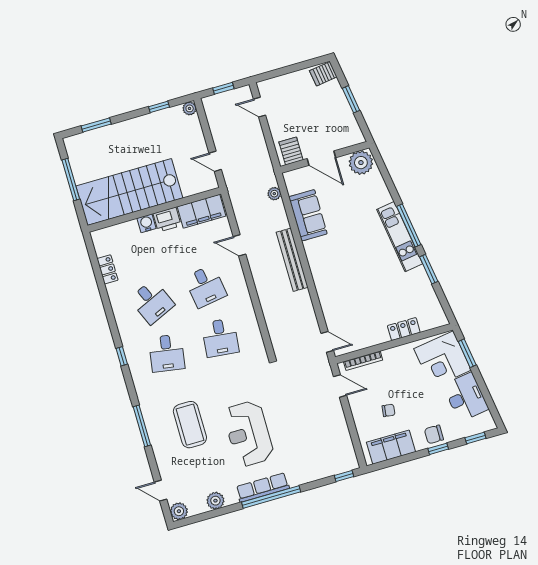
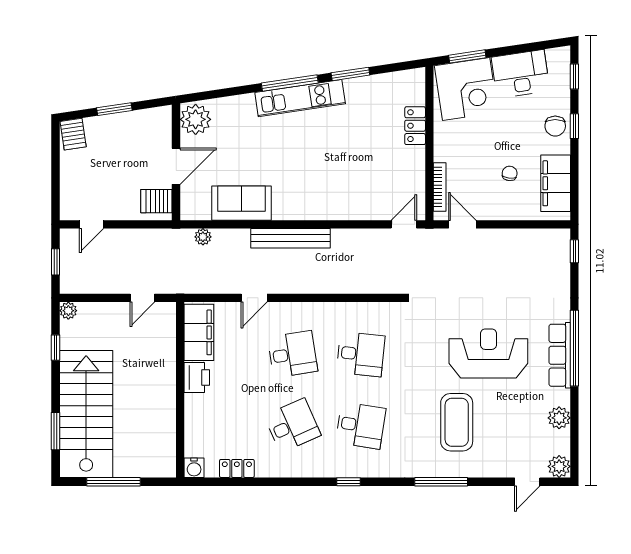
stairs: (129, 192) -> (86, 414), moved, turned 180
water cooler: (146, 223) -> (194, 468), moved, turned -90
door: (340, 386) -> (462, 224), hinge flipped
coffee table: (190, 425) -> (457, 422), turned 90
reception desk: (248, 434) -> (488, 354), turned 180

